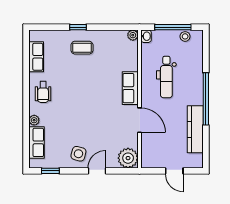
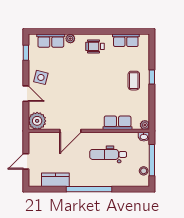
row of seats: (130, 88) -> (118, 123), moved
kitchen counter: (195, 129) -> (55, 180), width x0.67

